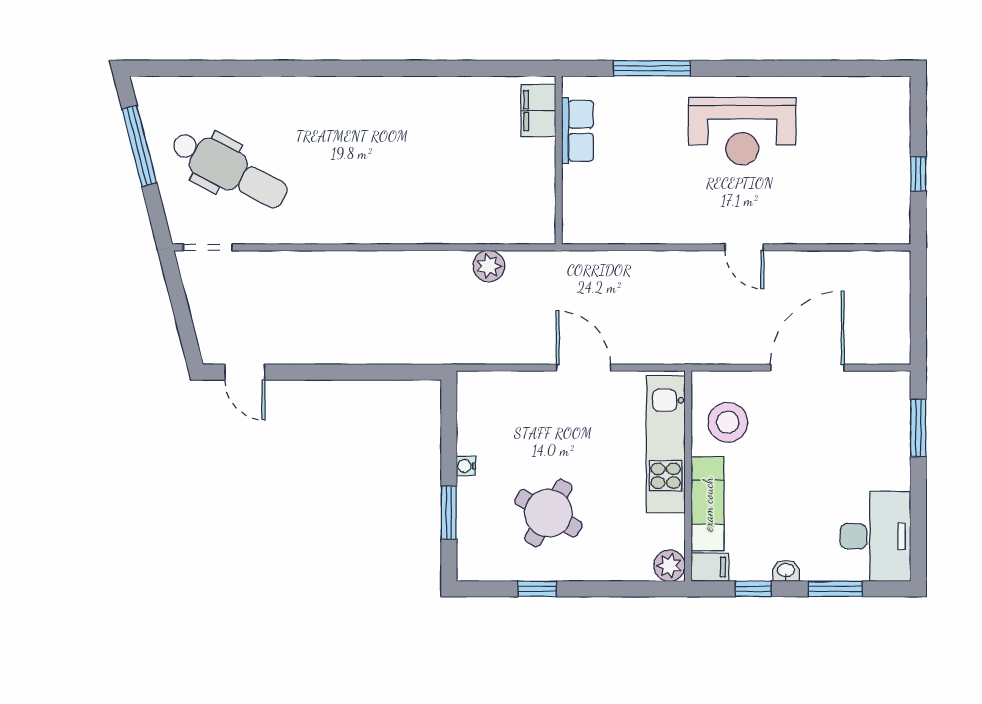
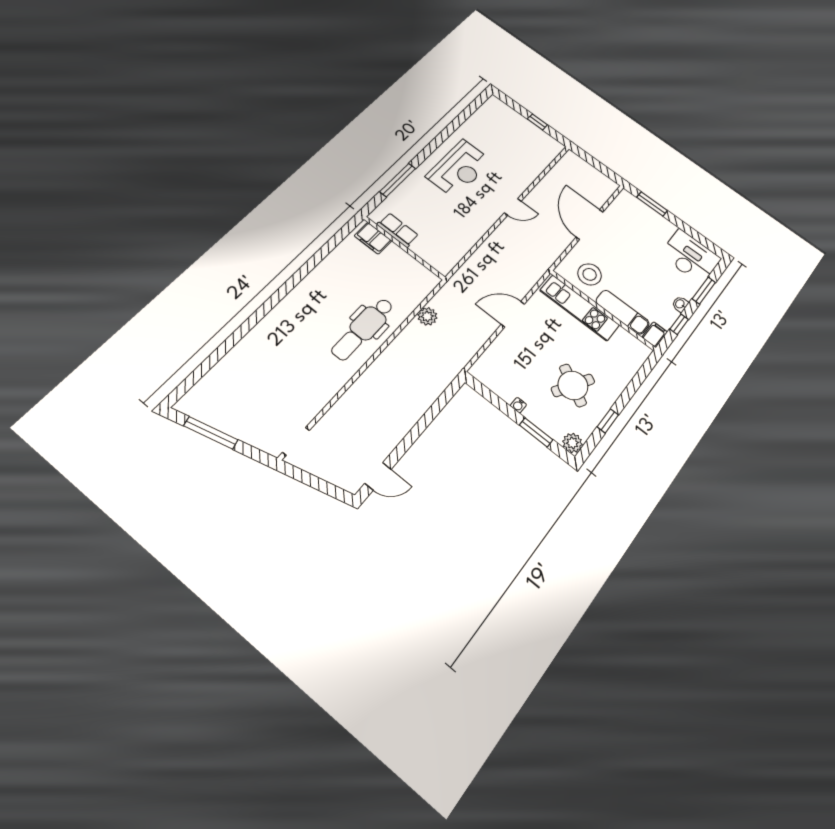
dental chair: (229, 170) -> (363, 329), moved, turned 152
plant: (669, 566) -> (572, 443), moved

